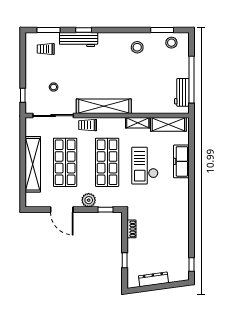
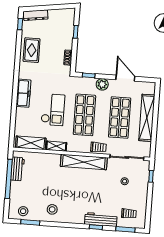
freezer: (181, 161) -> (23, 93), moved
rug: (176, 235) -> (32, 50), added
dresser: (154, 279) -> (36, 15), moved

